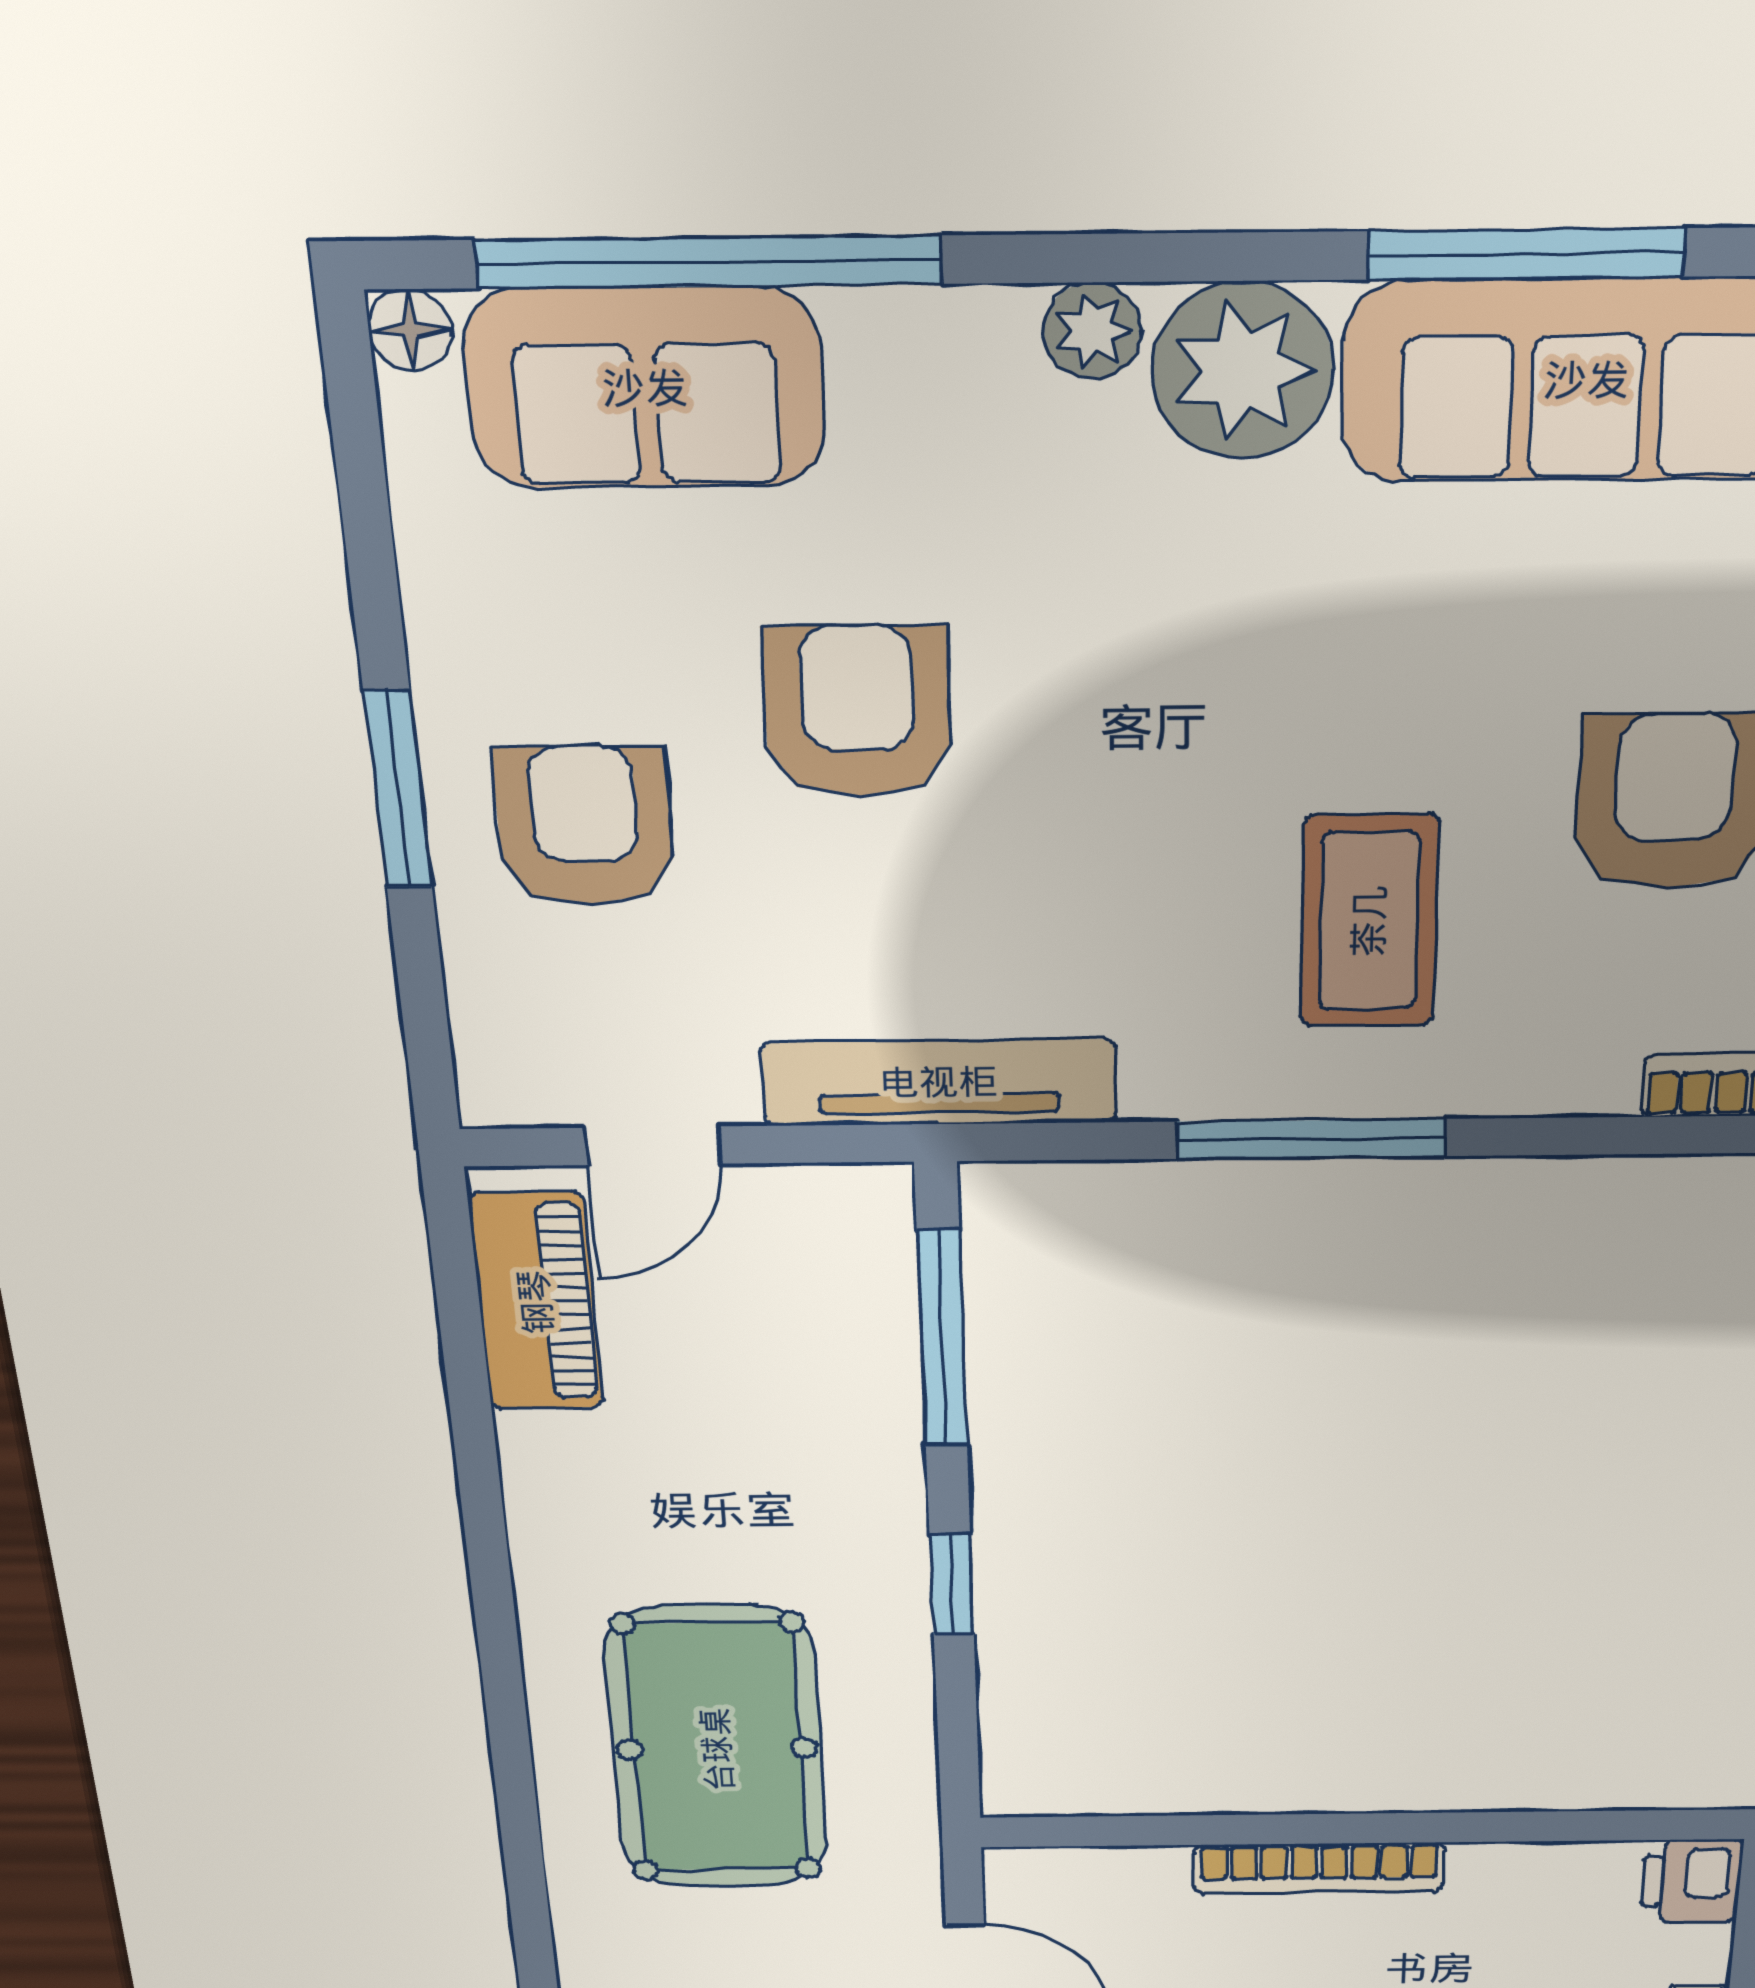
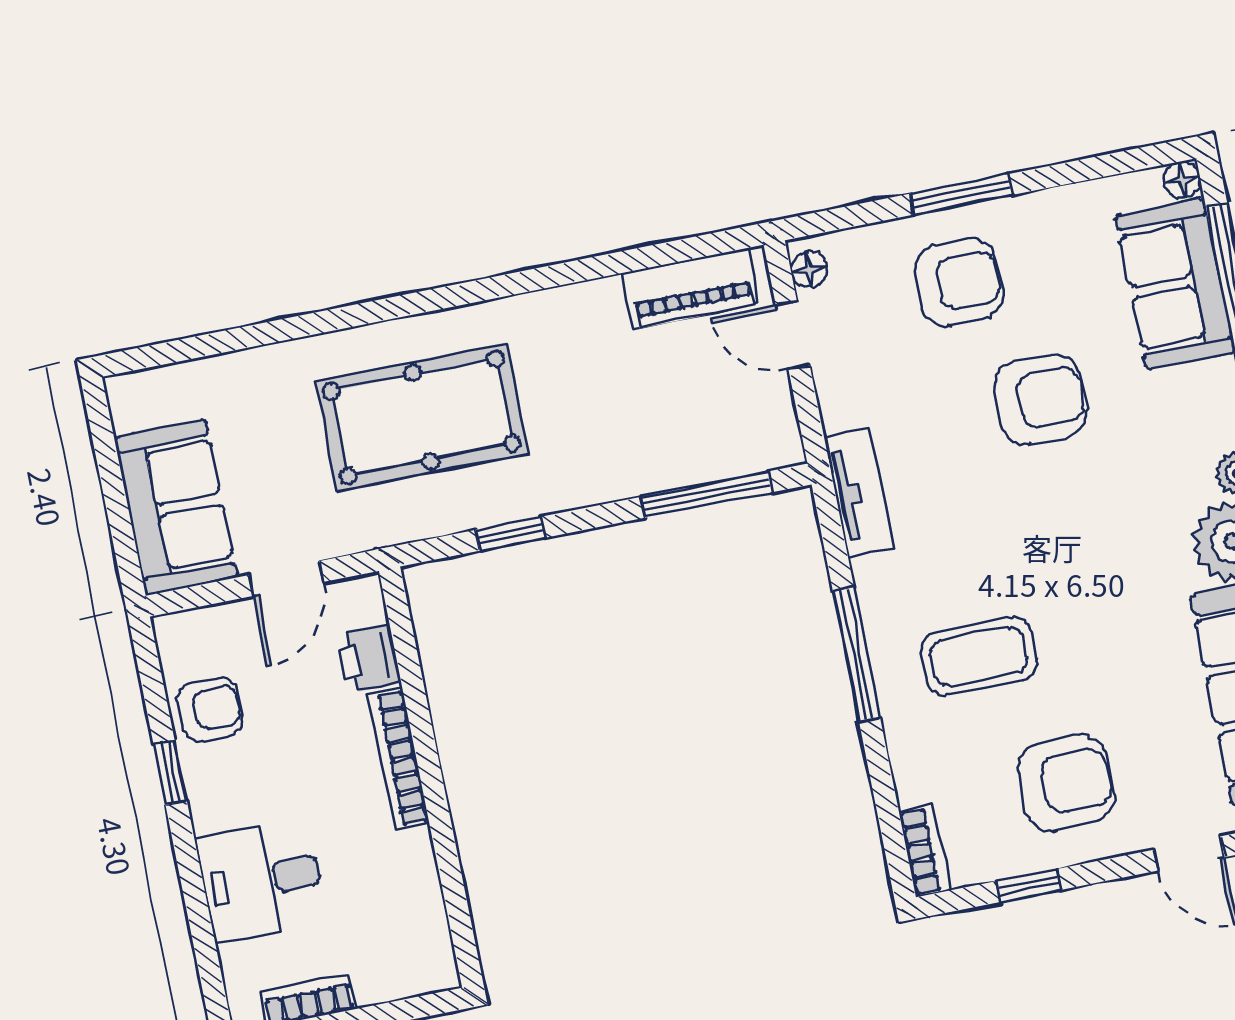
tv unit: (939, 1082) -> (859, 493), width x0.71
floor lamp: (524, 1096) -> (809, 270), added
window: (952, 1584) -> (510, 534), moved
printer: (1692, 1881) -> (369, 659), moved, turned -90

